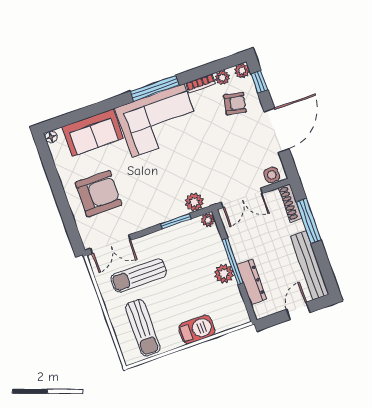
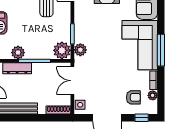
plant: (242, 71) -> (152, 109), removed
armchair: (235, 103) -> (133, 97), turned -101
plant: (208, 220) -> (62, 50), width x1.88, depth x1.88
window: (309, 221) -> (43, 118), removed
plant: (224, 274) -> (18, 53), moved

